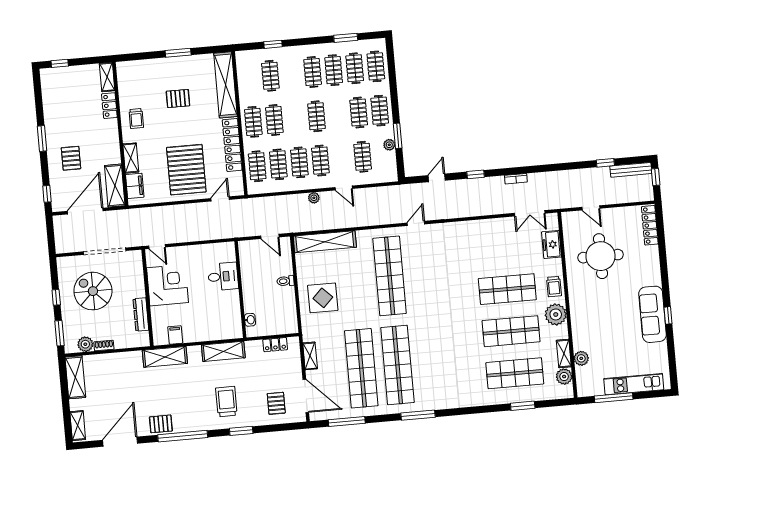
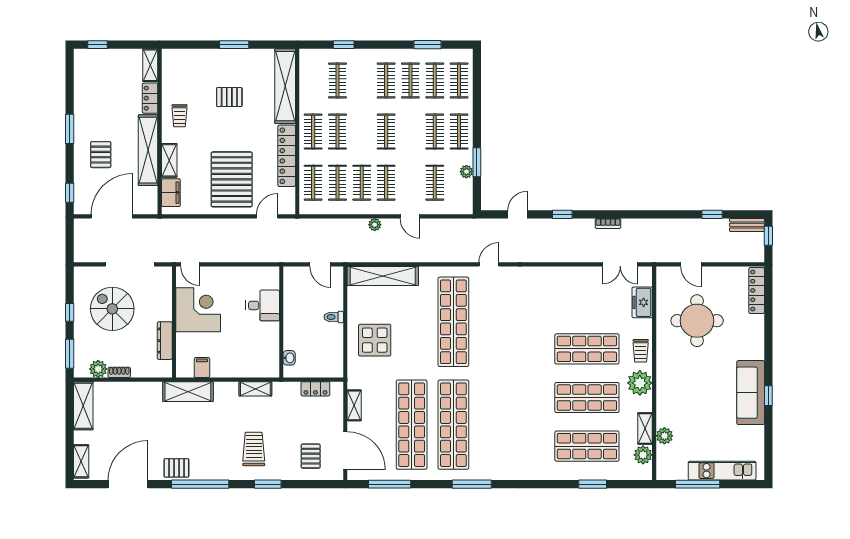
bench: (631, 170) -> (747, 225), width x0.73
shelving: (115, 186) -> (148, 150), moved, width x1.47
shelving: (223, 351) -> (255, 389), width x0.67, depth x0.75

